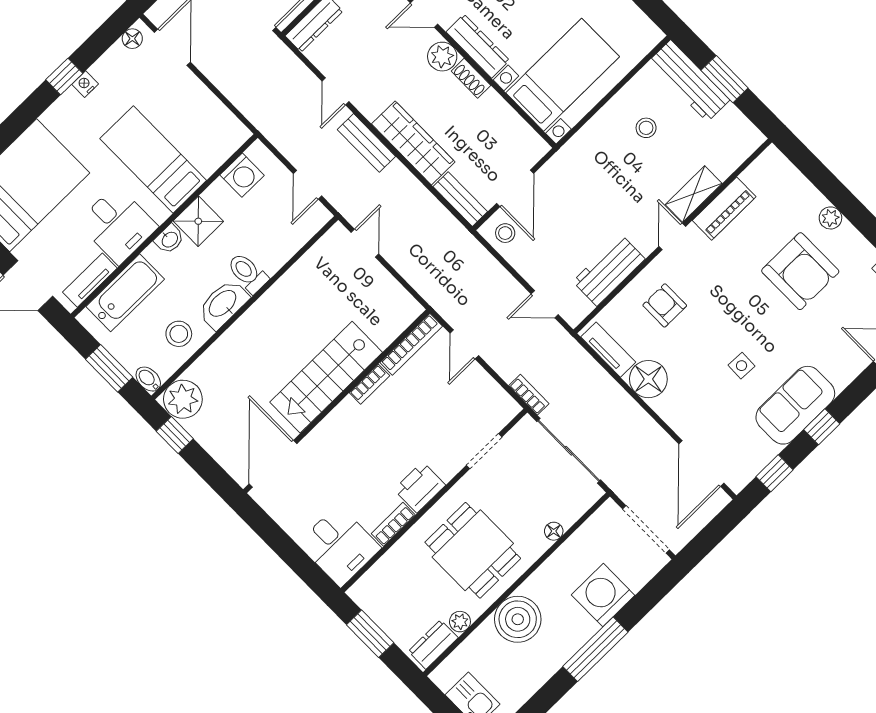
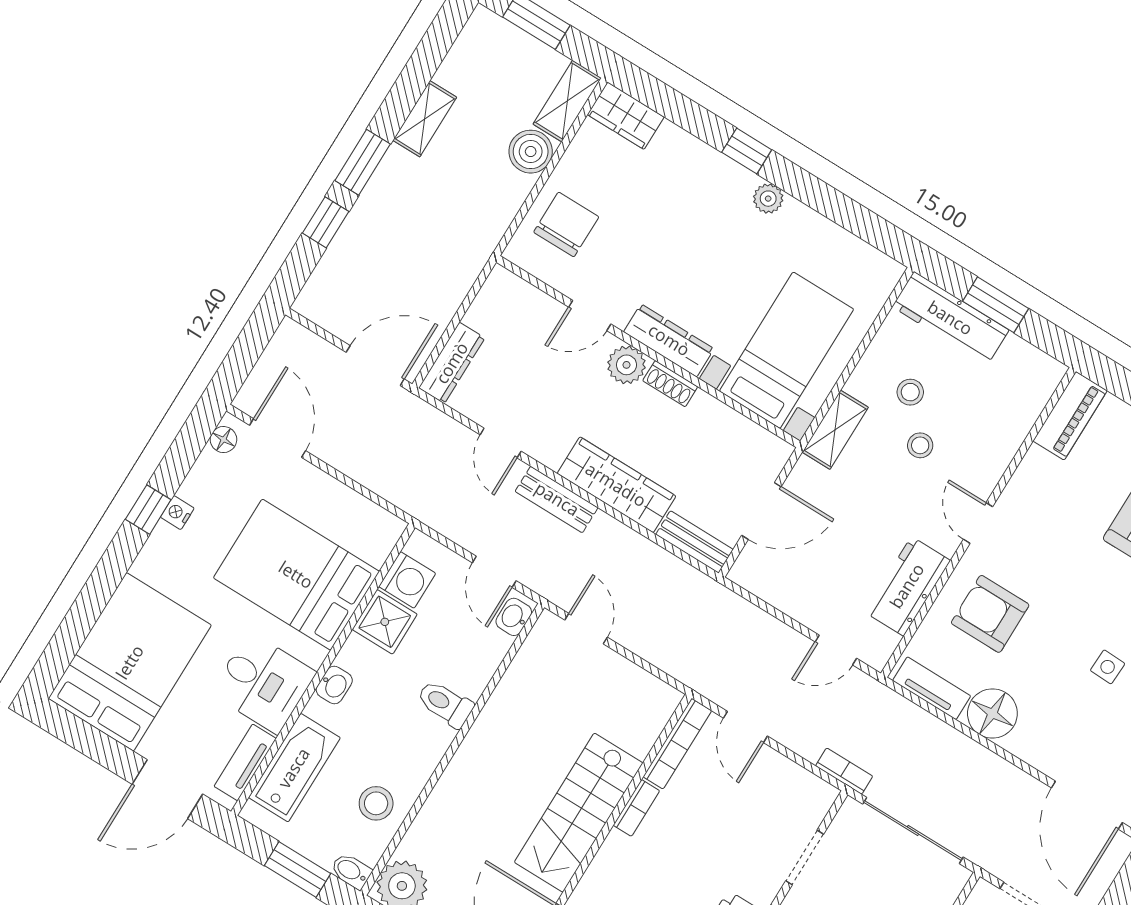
bed: (153, 159) -> (296, 575), width x1.50
door: (515, 188) -> (761, 511), hinge flipped
shelving: (694, 194) -> (835, 430), moved
piano: (724, 209) -> (1070, 416), moved
shower: (198, 221) -> (385, 622), moved
stool: (505, 233) -> (920, 445), moved
washbasin: (223, 304) -> (514, 617), moved, width x0.52, depth x0.69
armchair: (665, 305) -> (990, 614), width x1.38, depth x1.38

